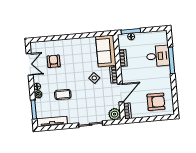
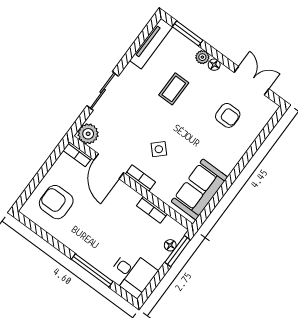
sofa: (106, 51) -> (199, 189), moved, turned -90
desk: (158, 56) -> (132, 274), moved, turned -90
double door: (30, 64) -> (251, 81), swing flipped
armchair: (156, 102) -> (56, 202), turned 90

